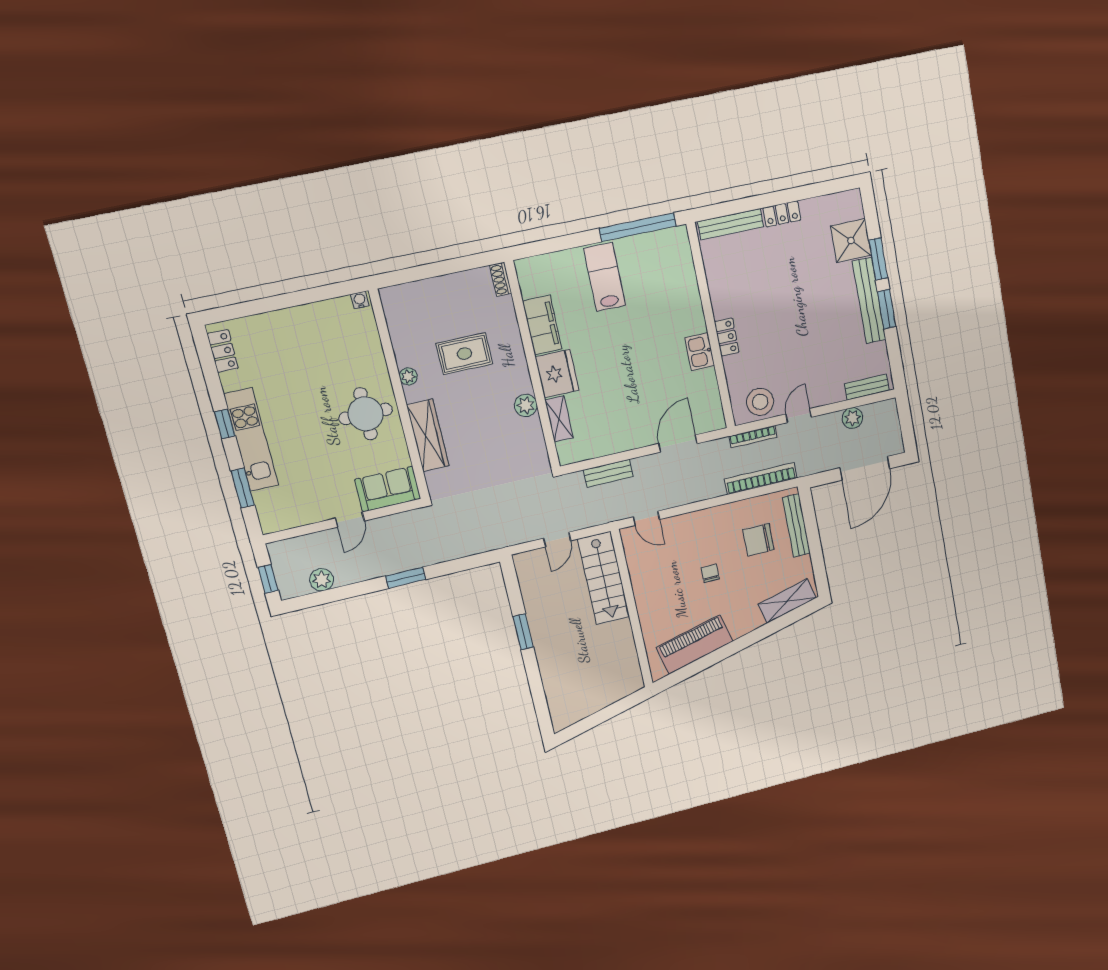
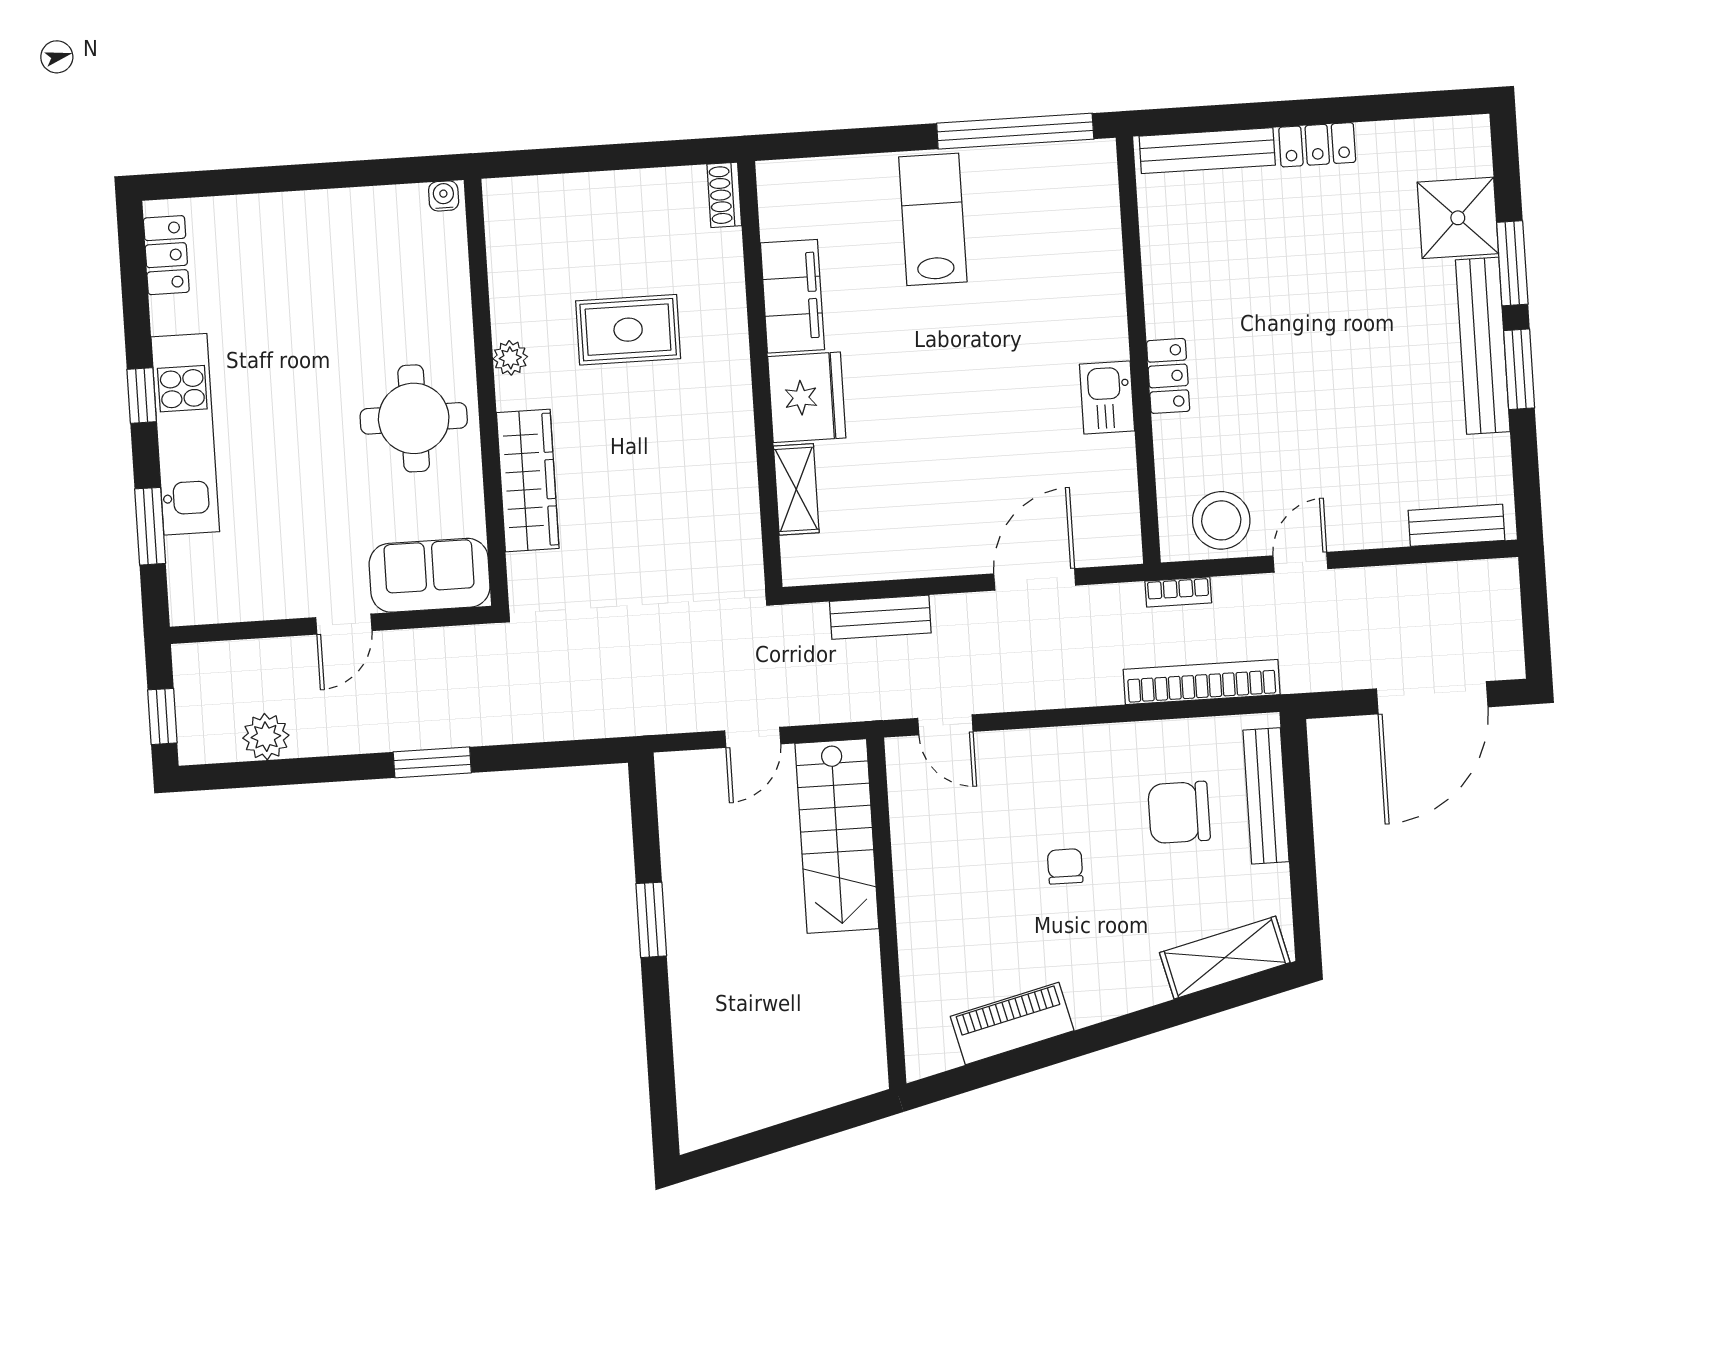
plant: (526, 405) -> (733, 452), removed
plant: (852, 418) -> (1418, 586), removed
bookcase: (753, 437) -> (1178, 592), width x0.64
piano: (695, 644) -> (1012, 1024), width x0.73, depth x0.75

